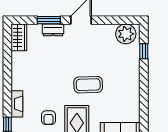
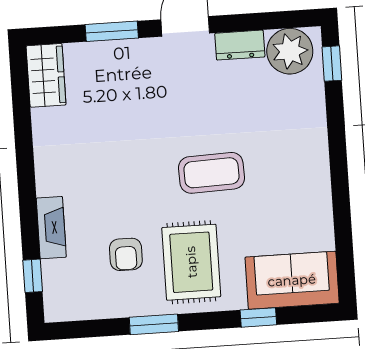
dresser: (53, 30) -> (240, 45), moved
window: (144, 51) -> (332, 64), moved

